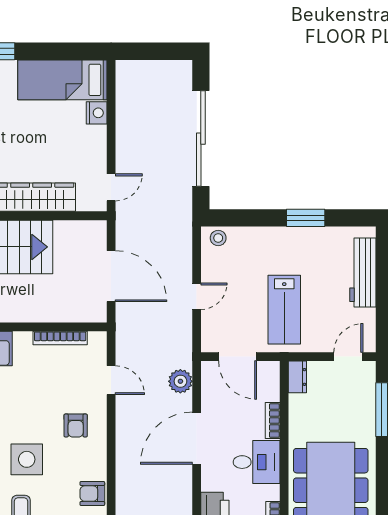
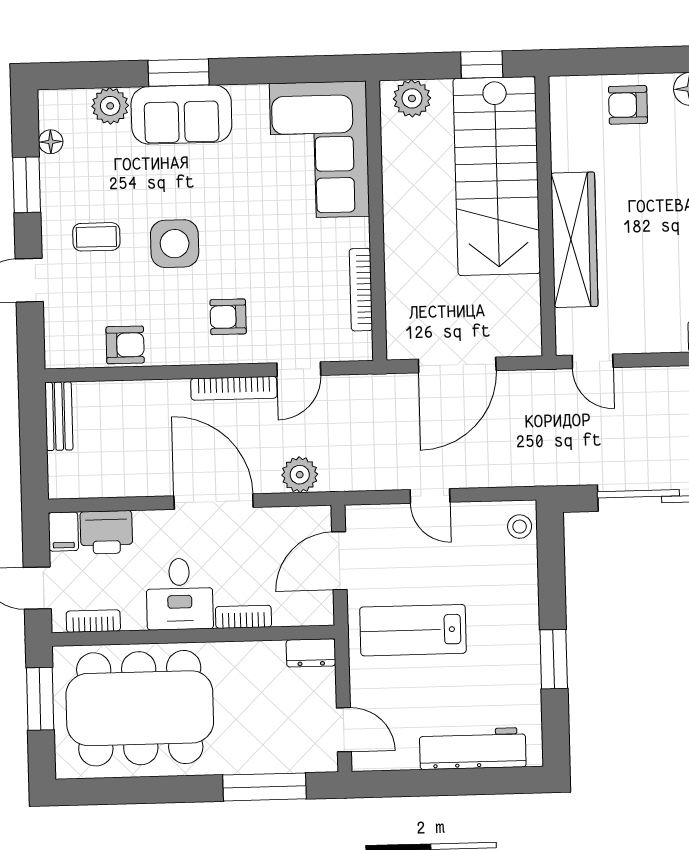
bookcase: (123, 423) -> (234, 388), added
armchair: (92, 494) -> (125, 345), turned 90

